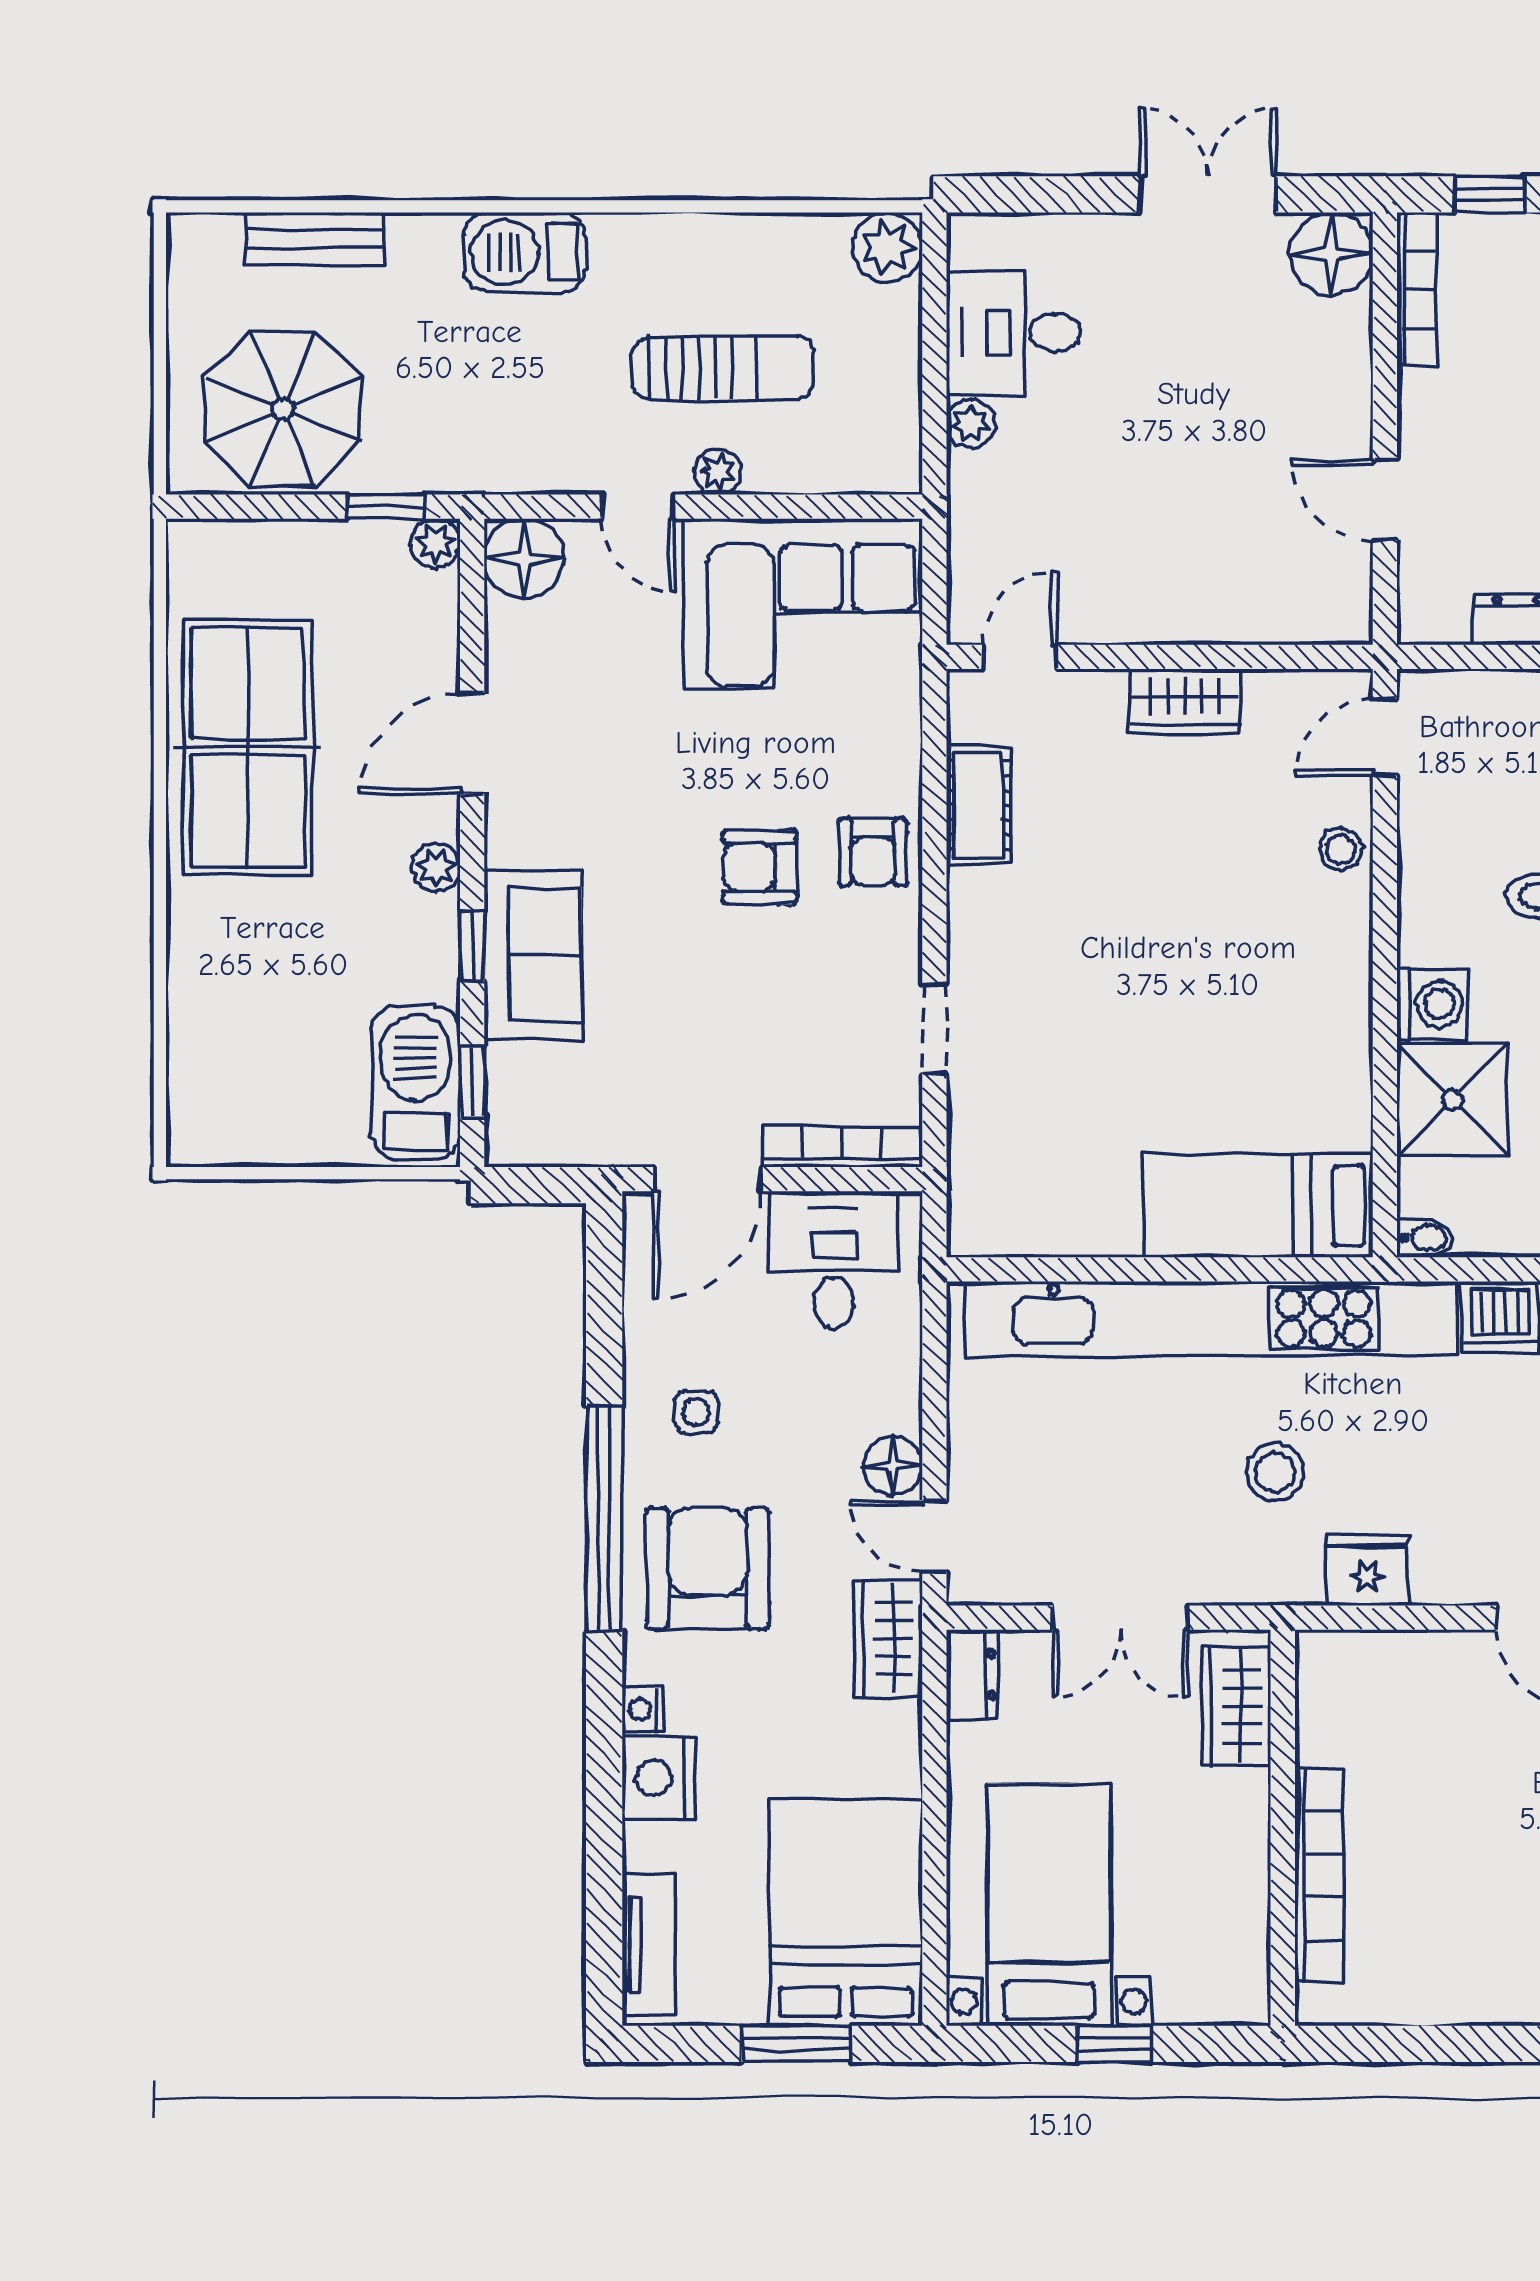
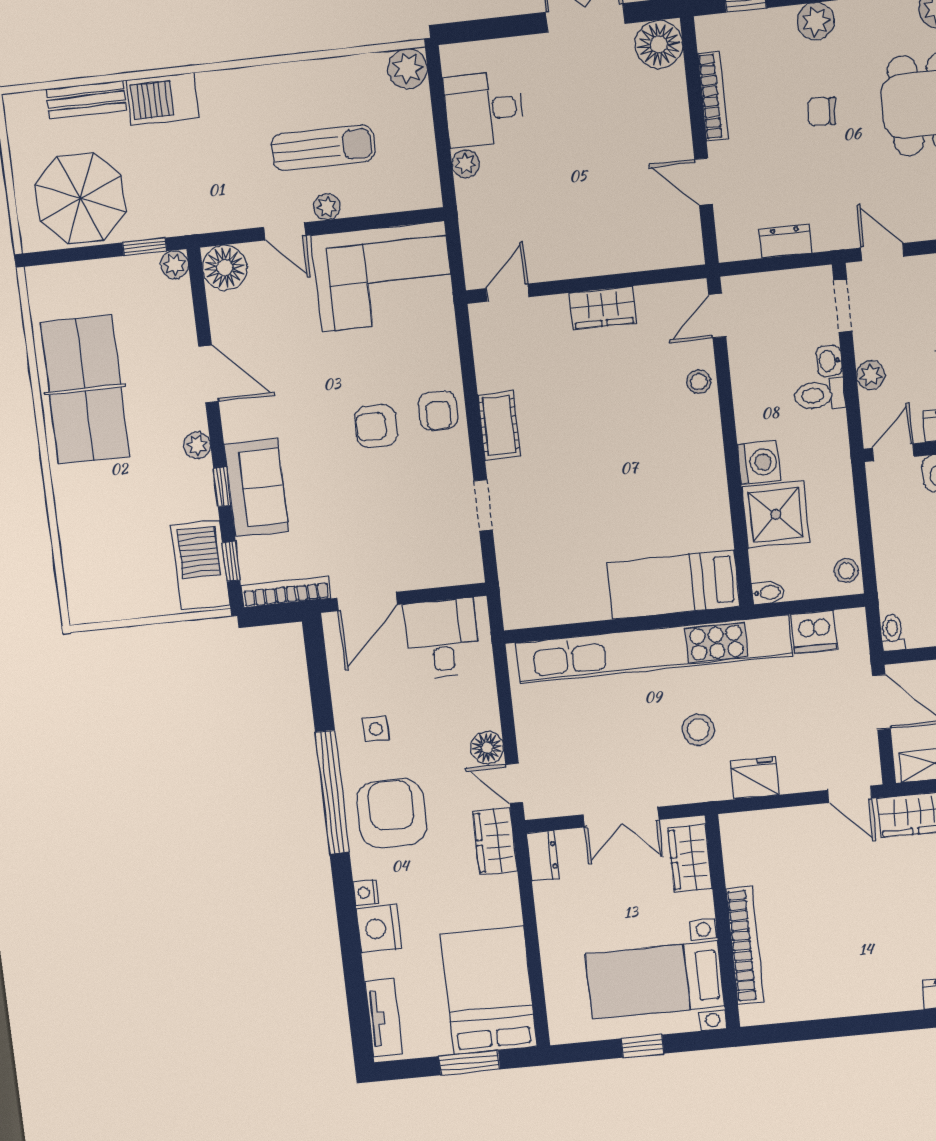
barbecue: (524, 252) -> (163, 99), moved
bookcase: (1416, 289) -> (713, 96), moved
door: (472, 743) -> (209, 374), swing flipped
cot: (979, 805) -> (499, 425), moved
bookcase: (841, 1147) -> (286, 592), moved
bed with nightstands: (1049, 1905) -> (655, 980), moved, turned -90

